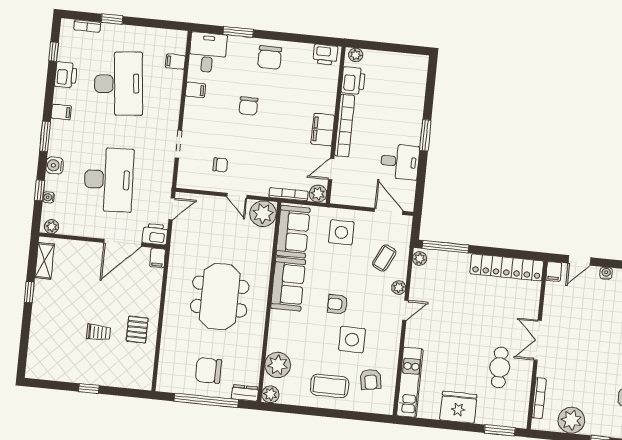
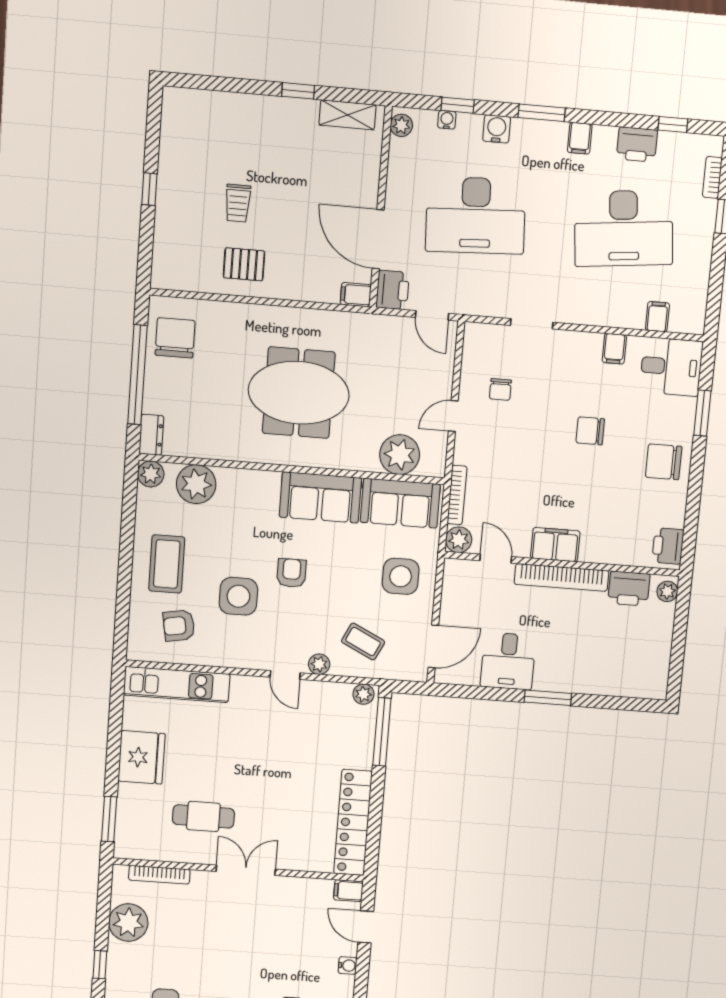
plant: (263, 214) -> (400, 455), moved
chair: (208, 370) -> (175, 338), moved

